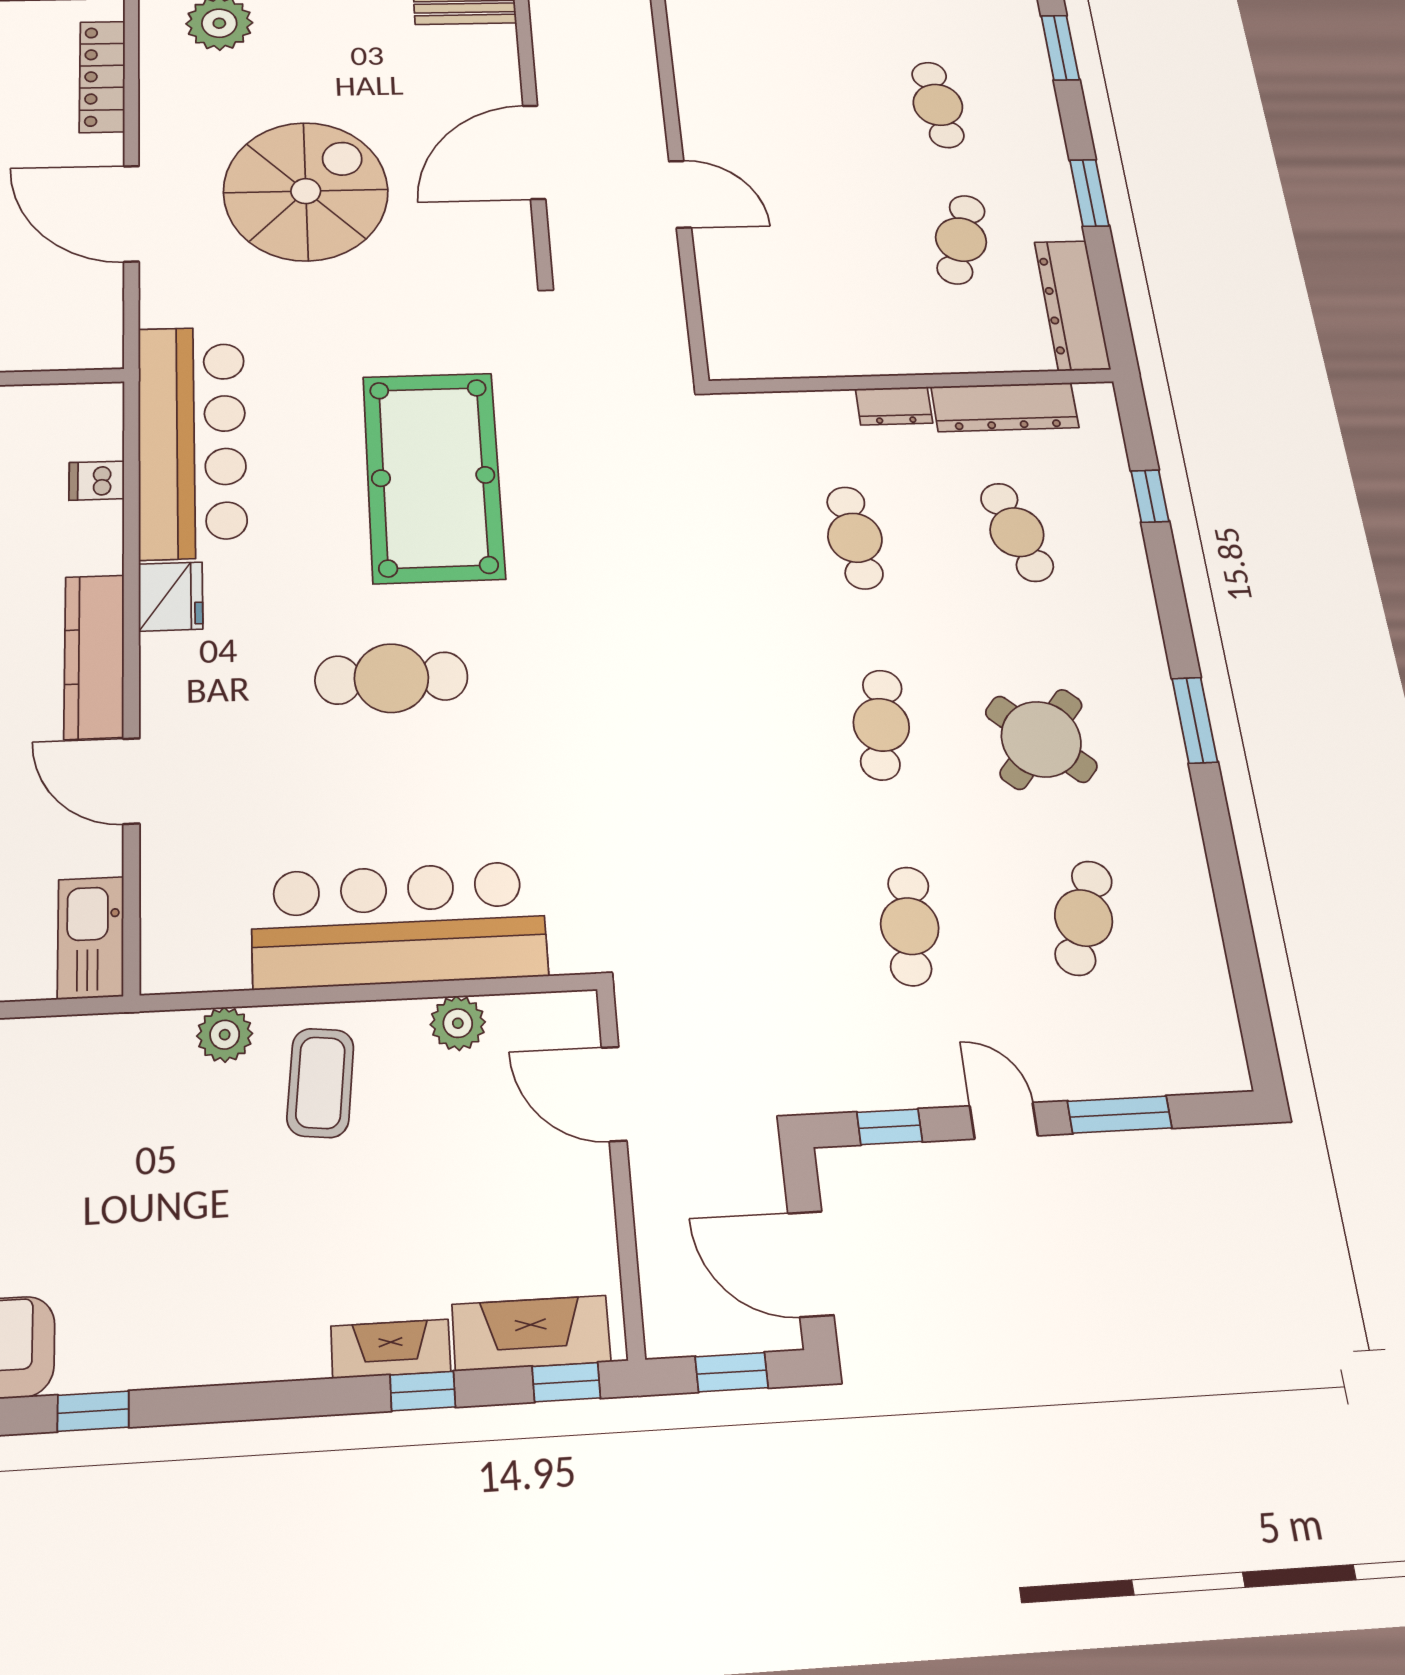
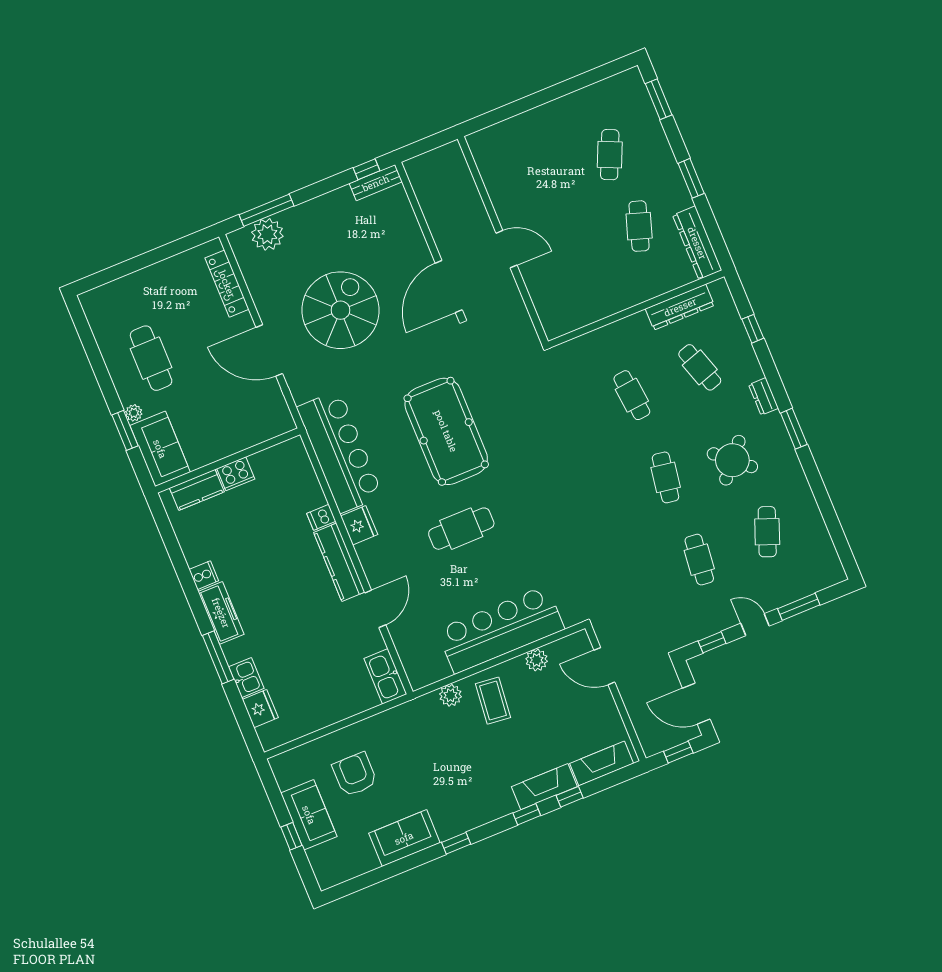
cafe table: (938, 105) -> (610, 155), turned 30
door: (534, 152) -> (449, 286), moved
dresser: (894, 406) -> (764, 396), moved, turned 90
dishwasher: (97, 481) -> (321, 517), moved
door: (131, 781) -> (375, 609), swing flipped
fireplace: (391, 1349) -> (544, 787), width x1.37, depth x1.32
window: (566, 1382) -> (527, 814), moved

